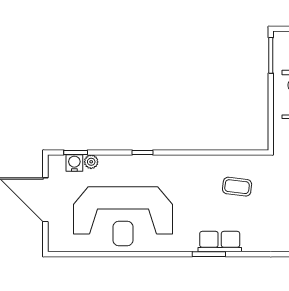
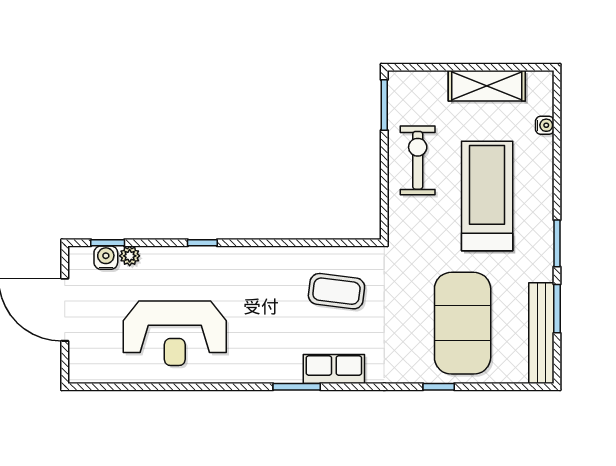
coffee table: (237, 187) -> (336, 291), width x1.36, depth x1.30
reception desk: (123, 216) -> (175, 333), width x0.74, depth x0.77
row of seats: (220, 242) -> (334, 369), moved

